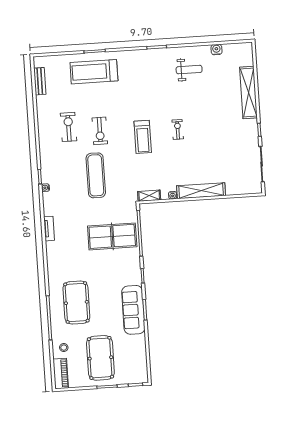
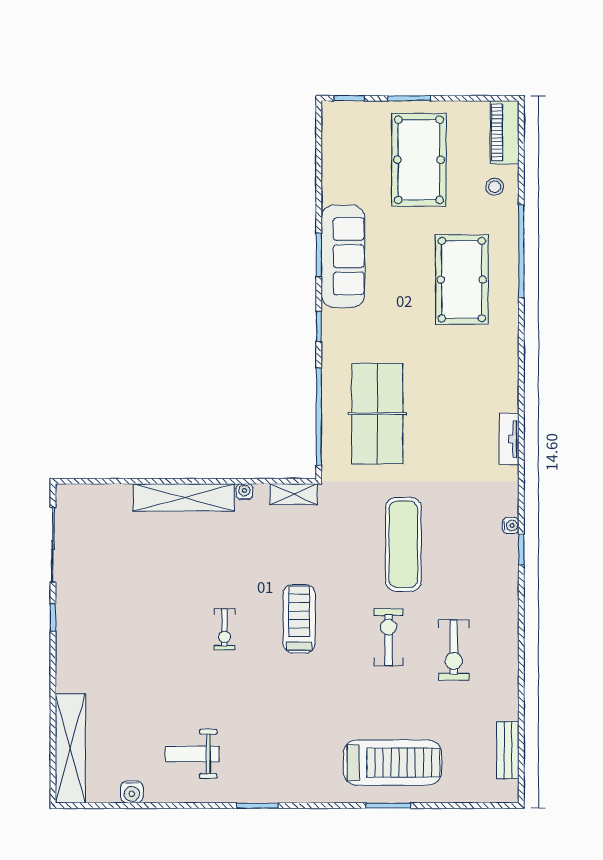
shelving: (249, 92) -> (70, 748), moved
table tennis table: (112, 236) -> (377, 414), turned 90

